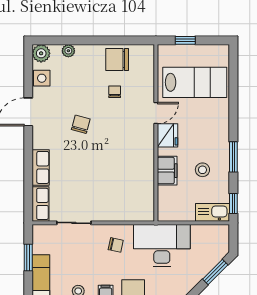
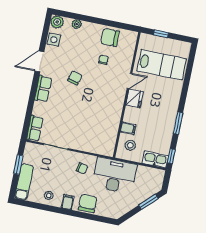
row of seats: (41, 167) -> (43, 89), moved
stool: (202, 170) -> (130, 145), moved
filing cabinet: (167, 171) -> (128, 128), width x0.50

